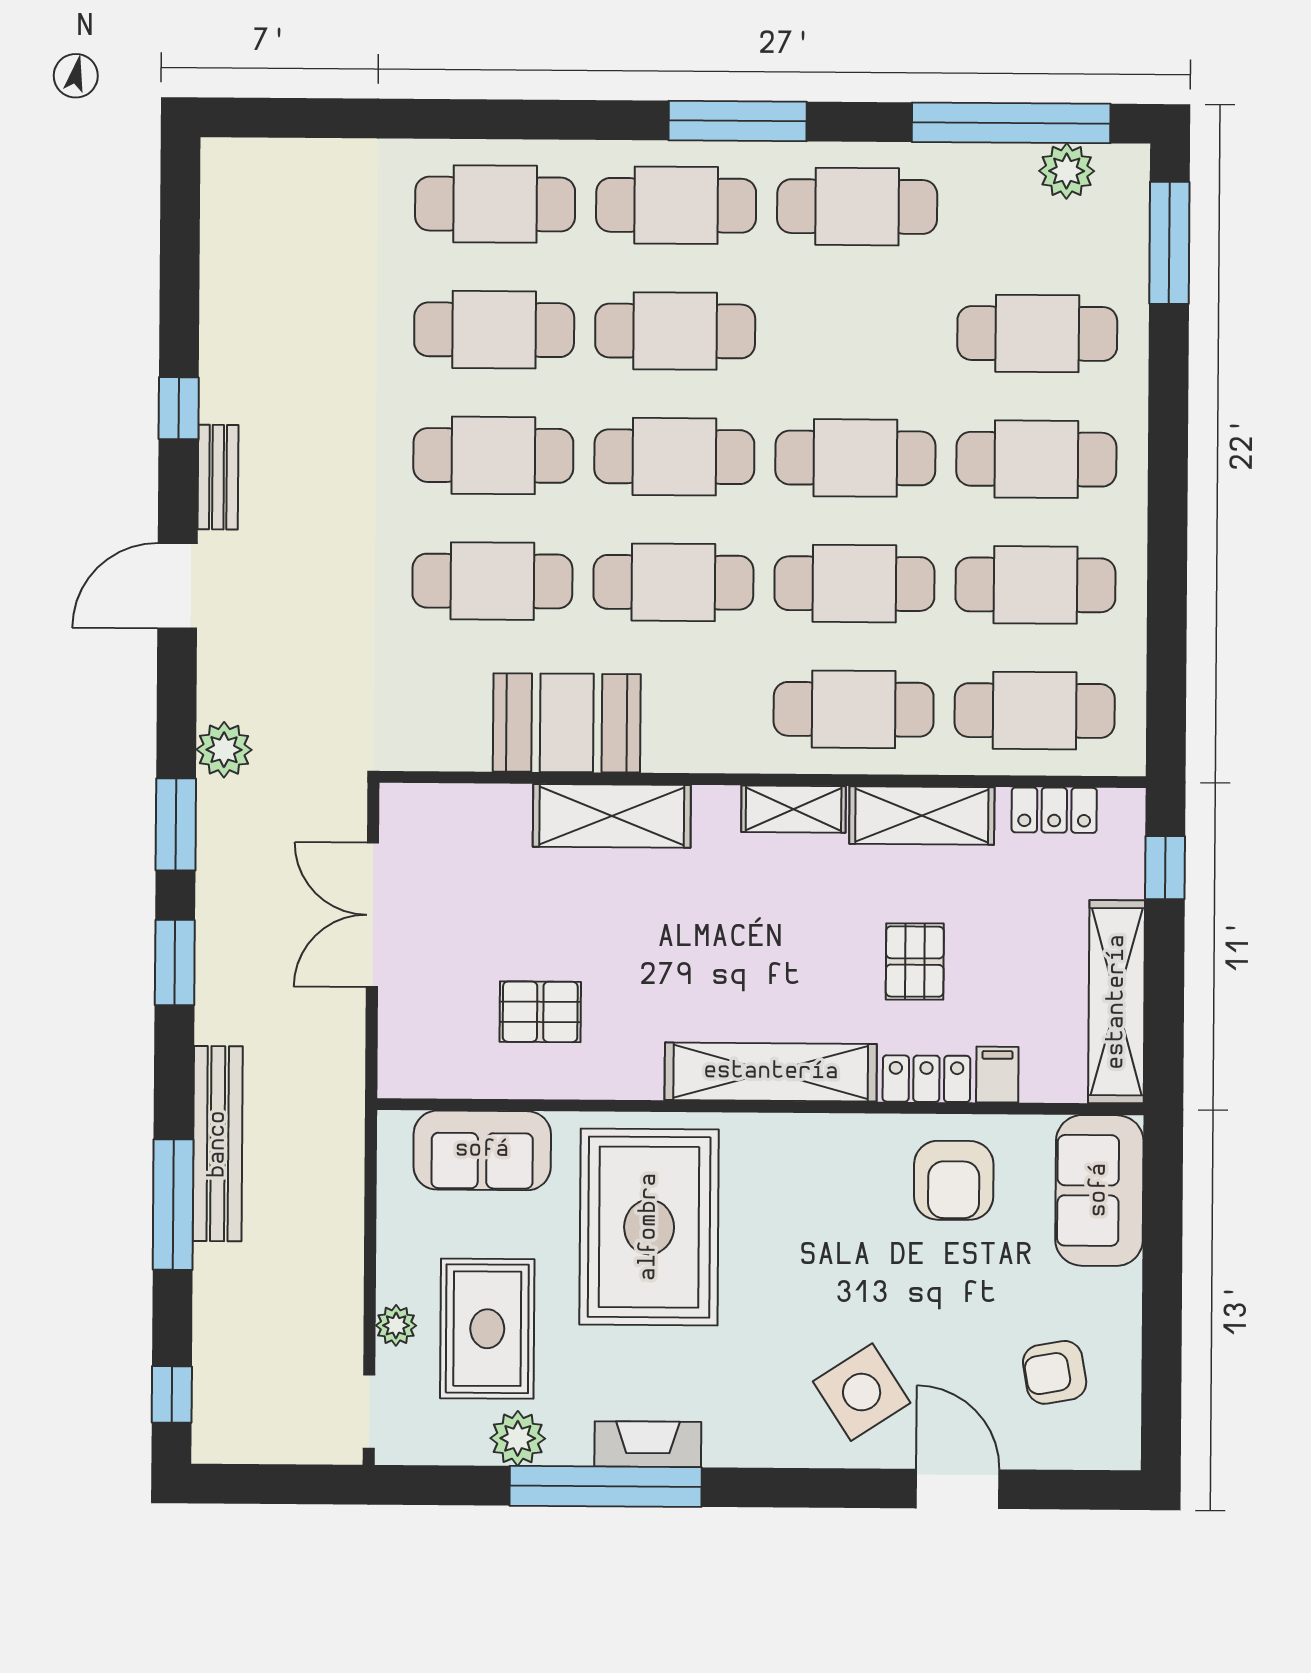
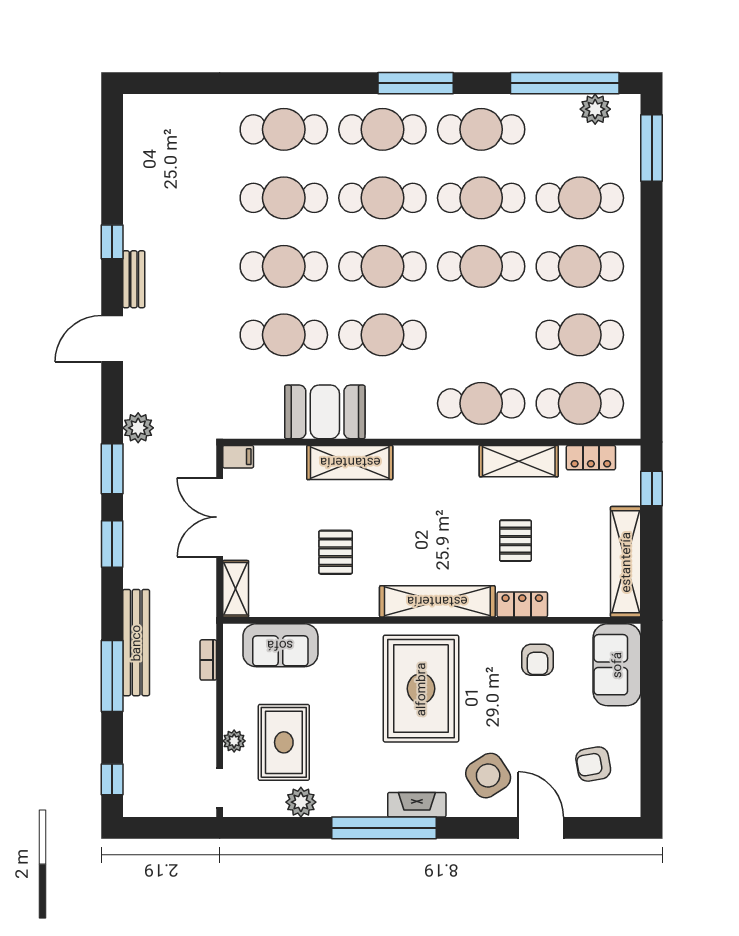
cafe table: (854, 584) -> (481, 198), moved
shelving: (794, 809) -> (236, 589), moved, turned 90
pallet: (540, 1012) -> (336, 552), moved, turned 90
filing cabinet: (997, 1075) -> (238, 457), moved, turned 90
bookcase: (350, 1176) -> (208, 660), added
armchair: (954, 1180) -> (538, 660), width x0.72, depth x0.72
rug: (649, 1227) -> (421, 689), moved
fireplace: (648, 1444) -> (417, 805), moved
window: (606, 1486) -> (384, 828), moved

